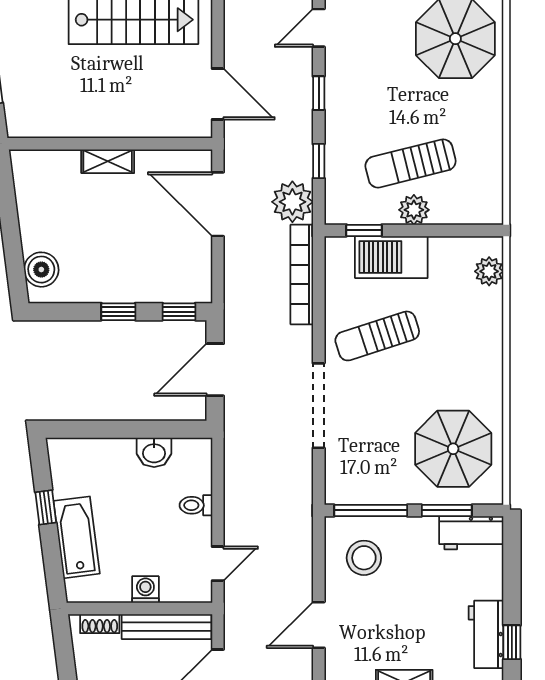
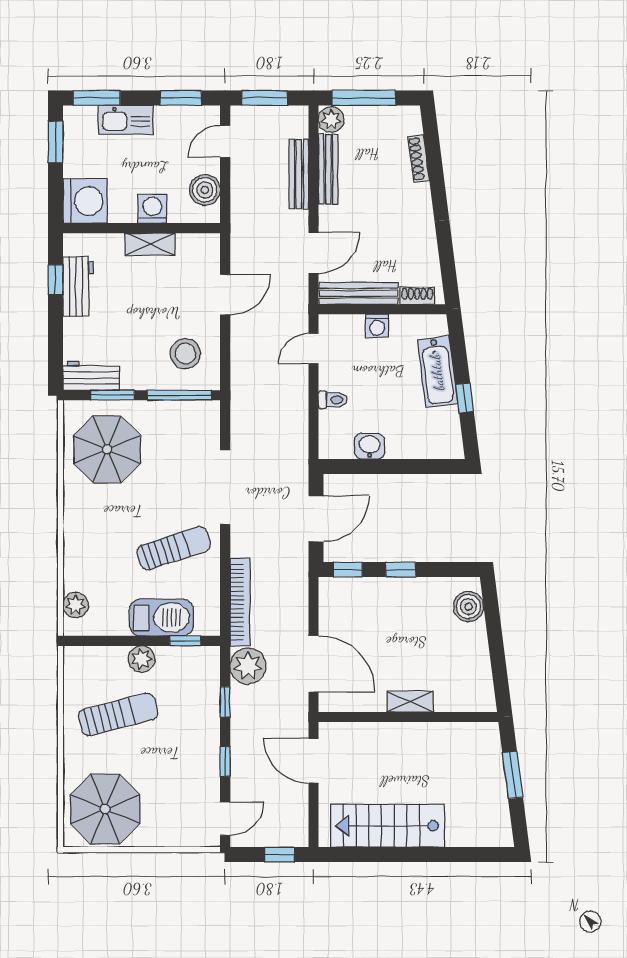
sun lounger: (411, 163) -> (118, 714), moved

